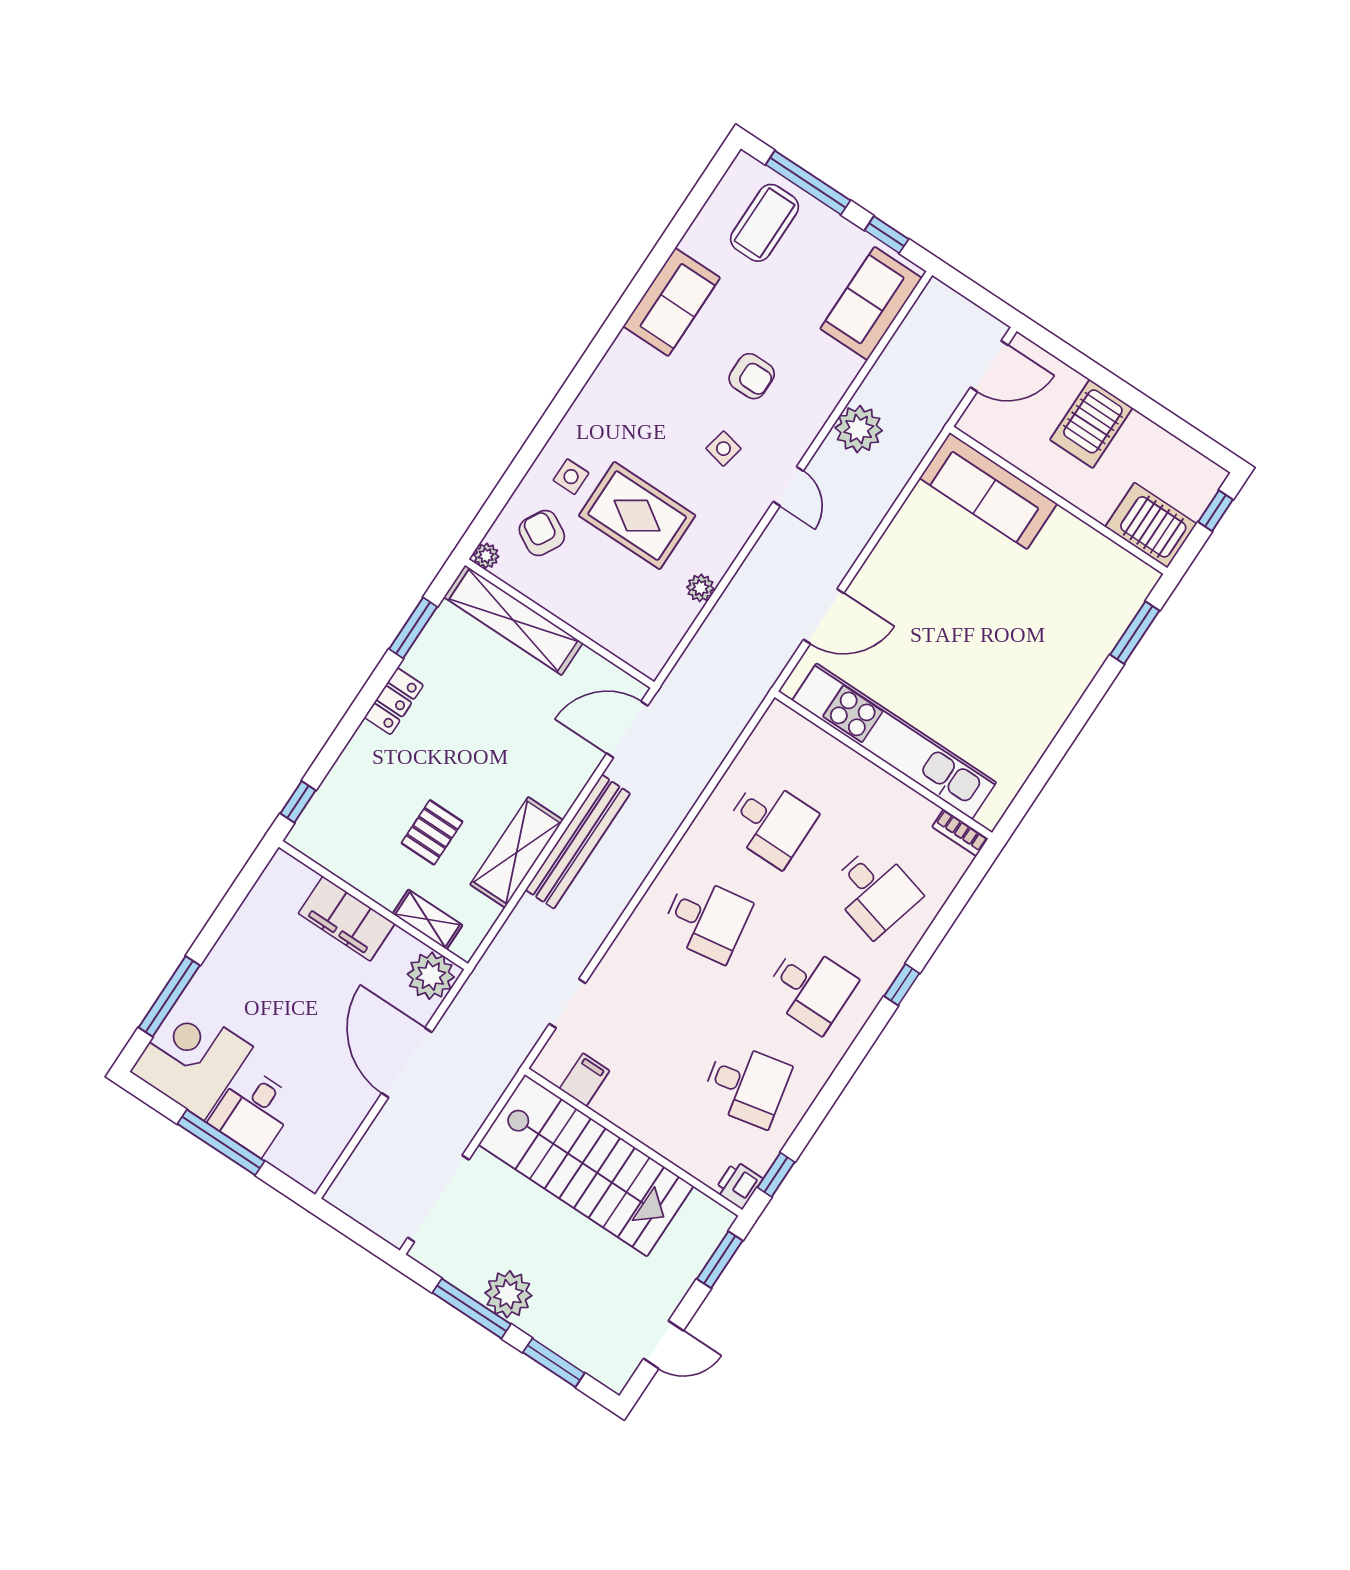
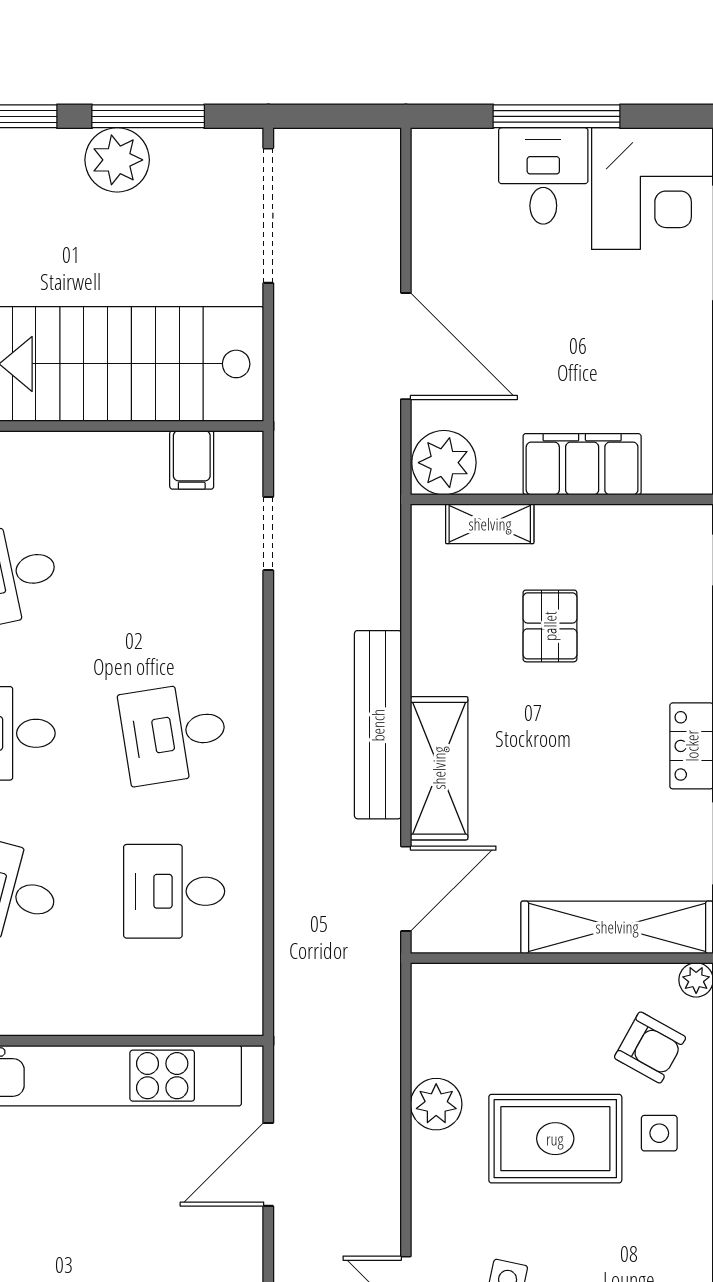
plant: (700, 588) -> (436, 1104), width x1.38, depth x1.38
shelving: (517, 852) -> (439, 768), moved

